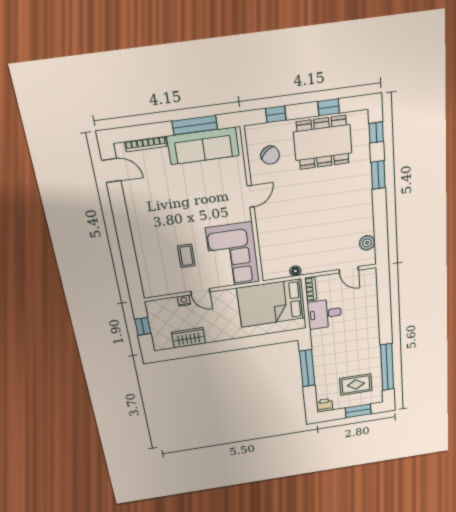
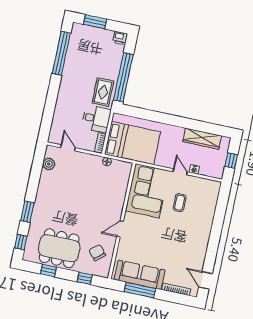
wardrobe: (189, 338) -> (202, 139), width x1.50
window: (307, 368) -> (123, 77), width x1.46
rug: (356, 385) -> (103, 92), moved, turned 90

